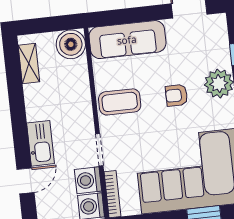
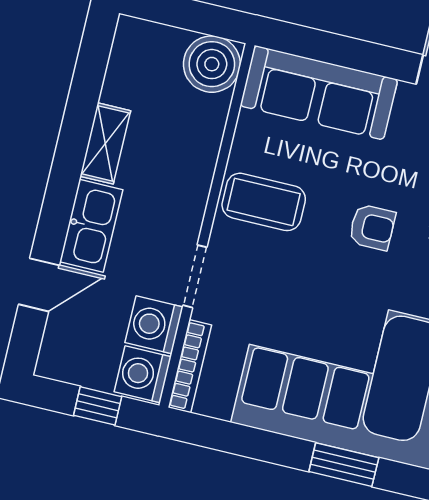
shelving: (29, 64) -> (105, 143), moved
armchair: (176, 95) -> (372, 227), turned 180

